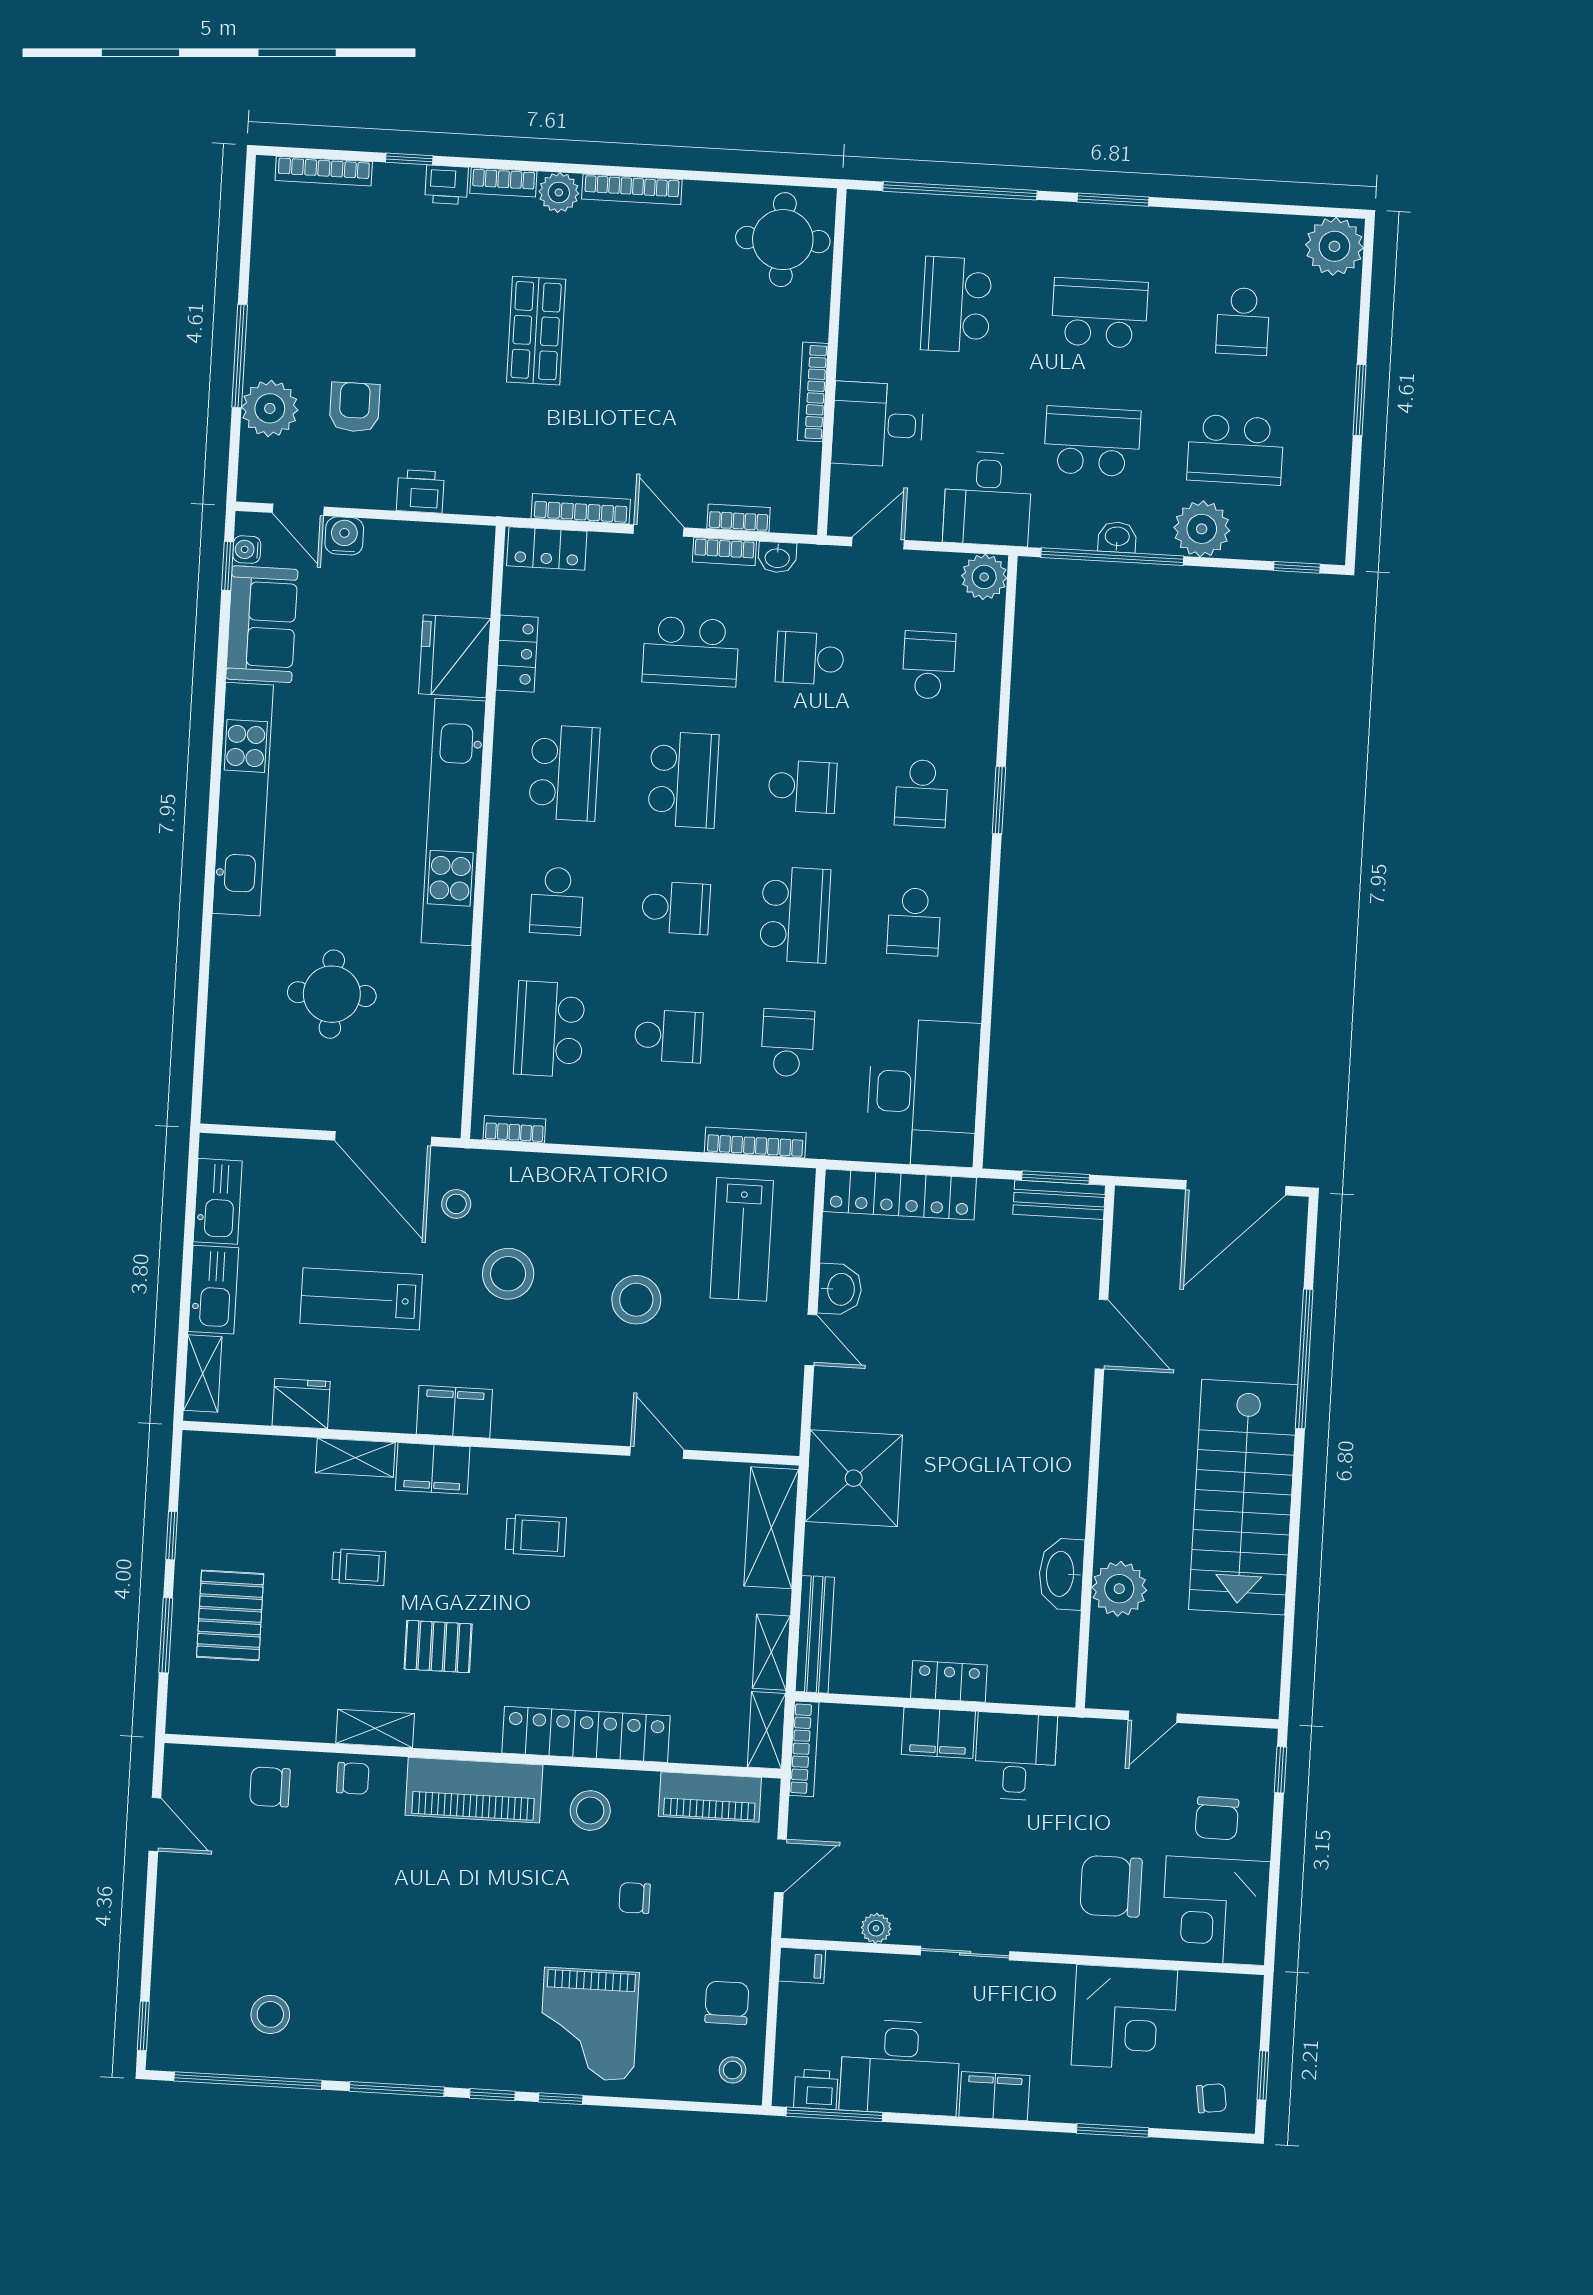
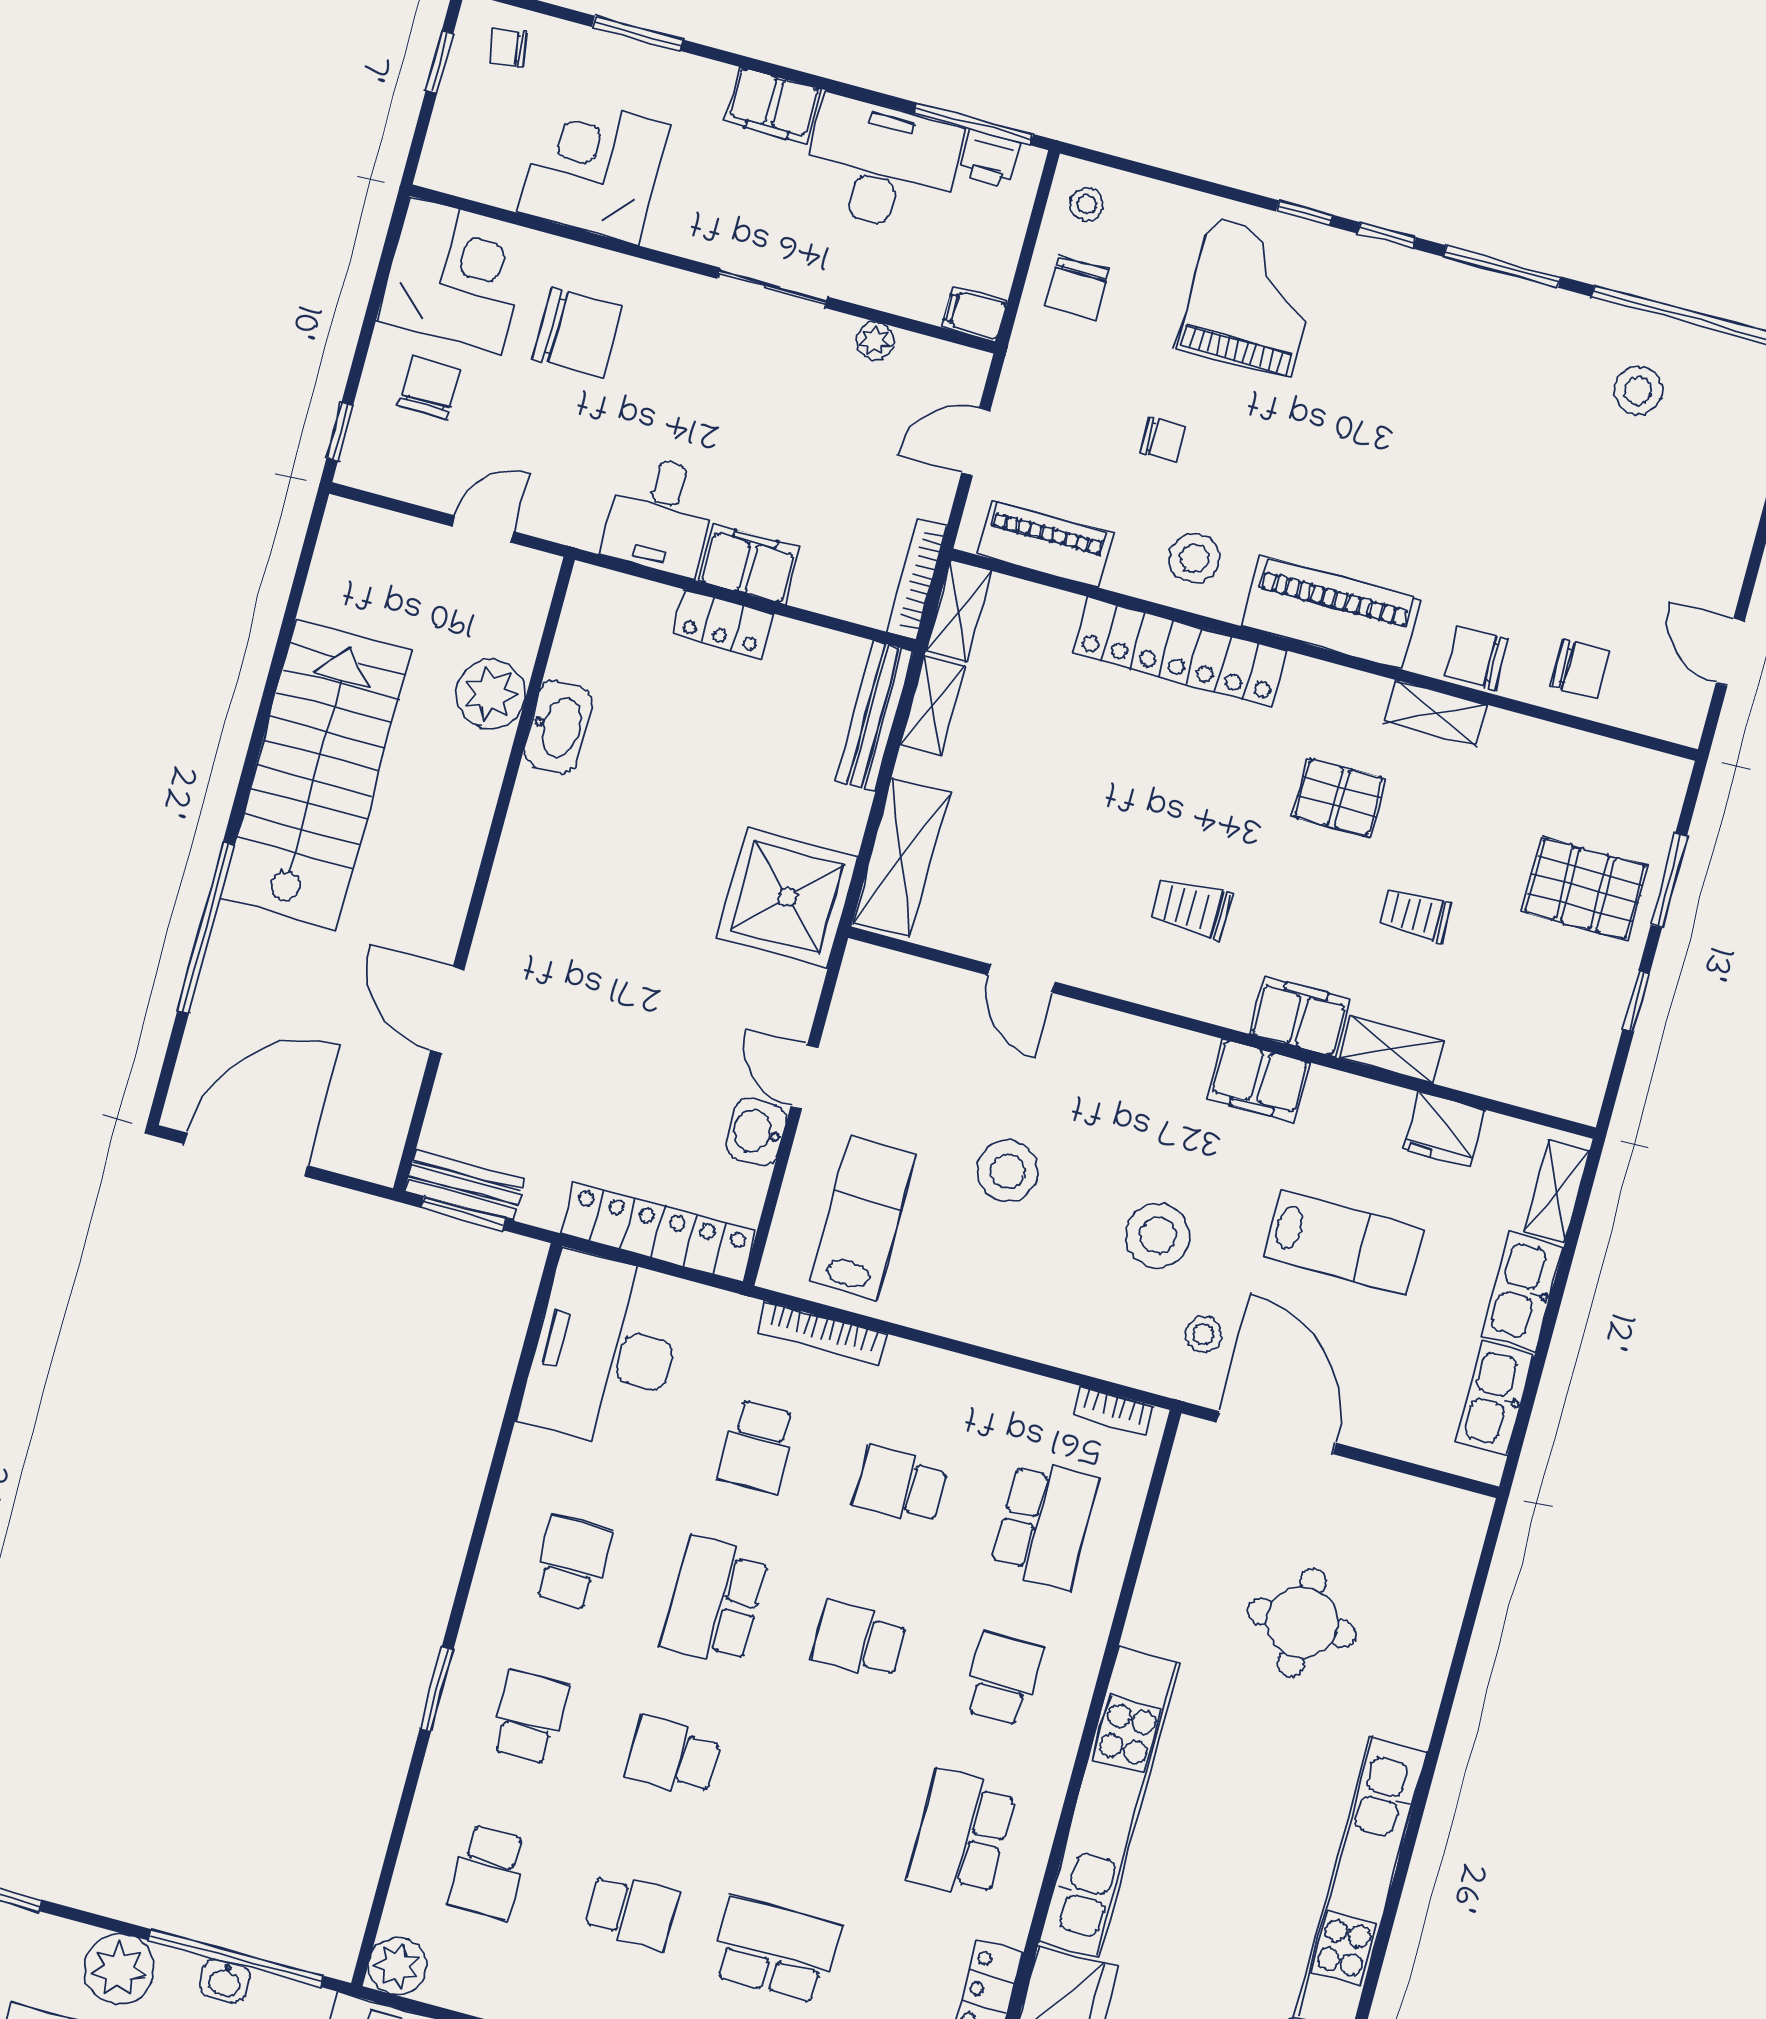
school desk: (683, 780) -> (817, 1795), removed
pallet: (230, 1615) -> (1585, 889), turned 90
chair: (353, 1778) -> (1477, 658), width x1.37, depth x1.37

